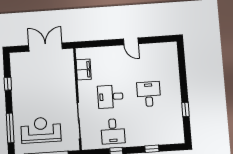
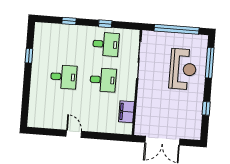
desk: (149, 94) -> (64, 77), turned -90
reception desk: (41, 130) -> (183, 69), moved, turned -90
desk: (113, 131) -> (106, 44), turned 90

